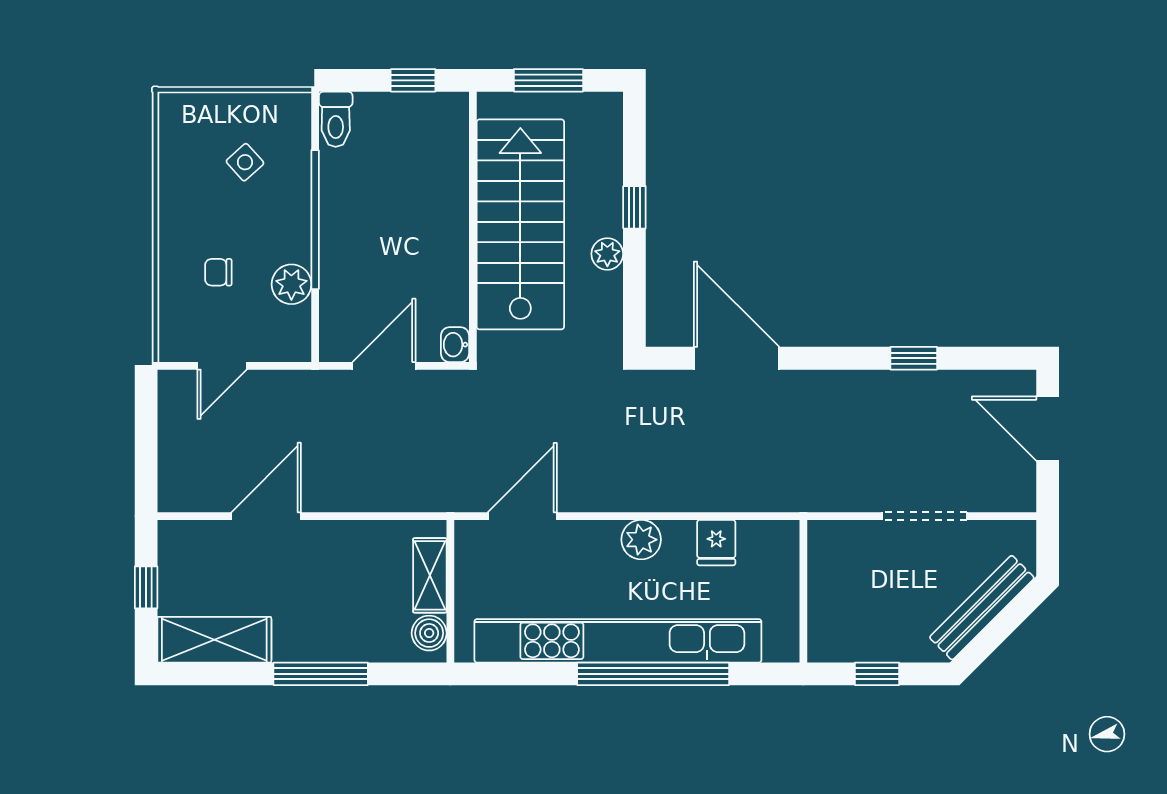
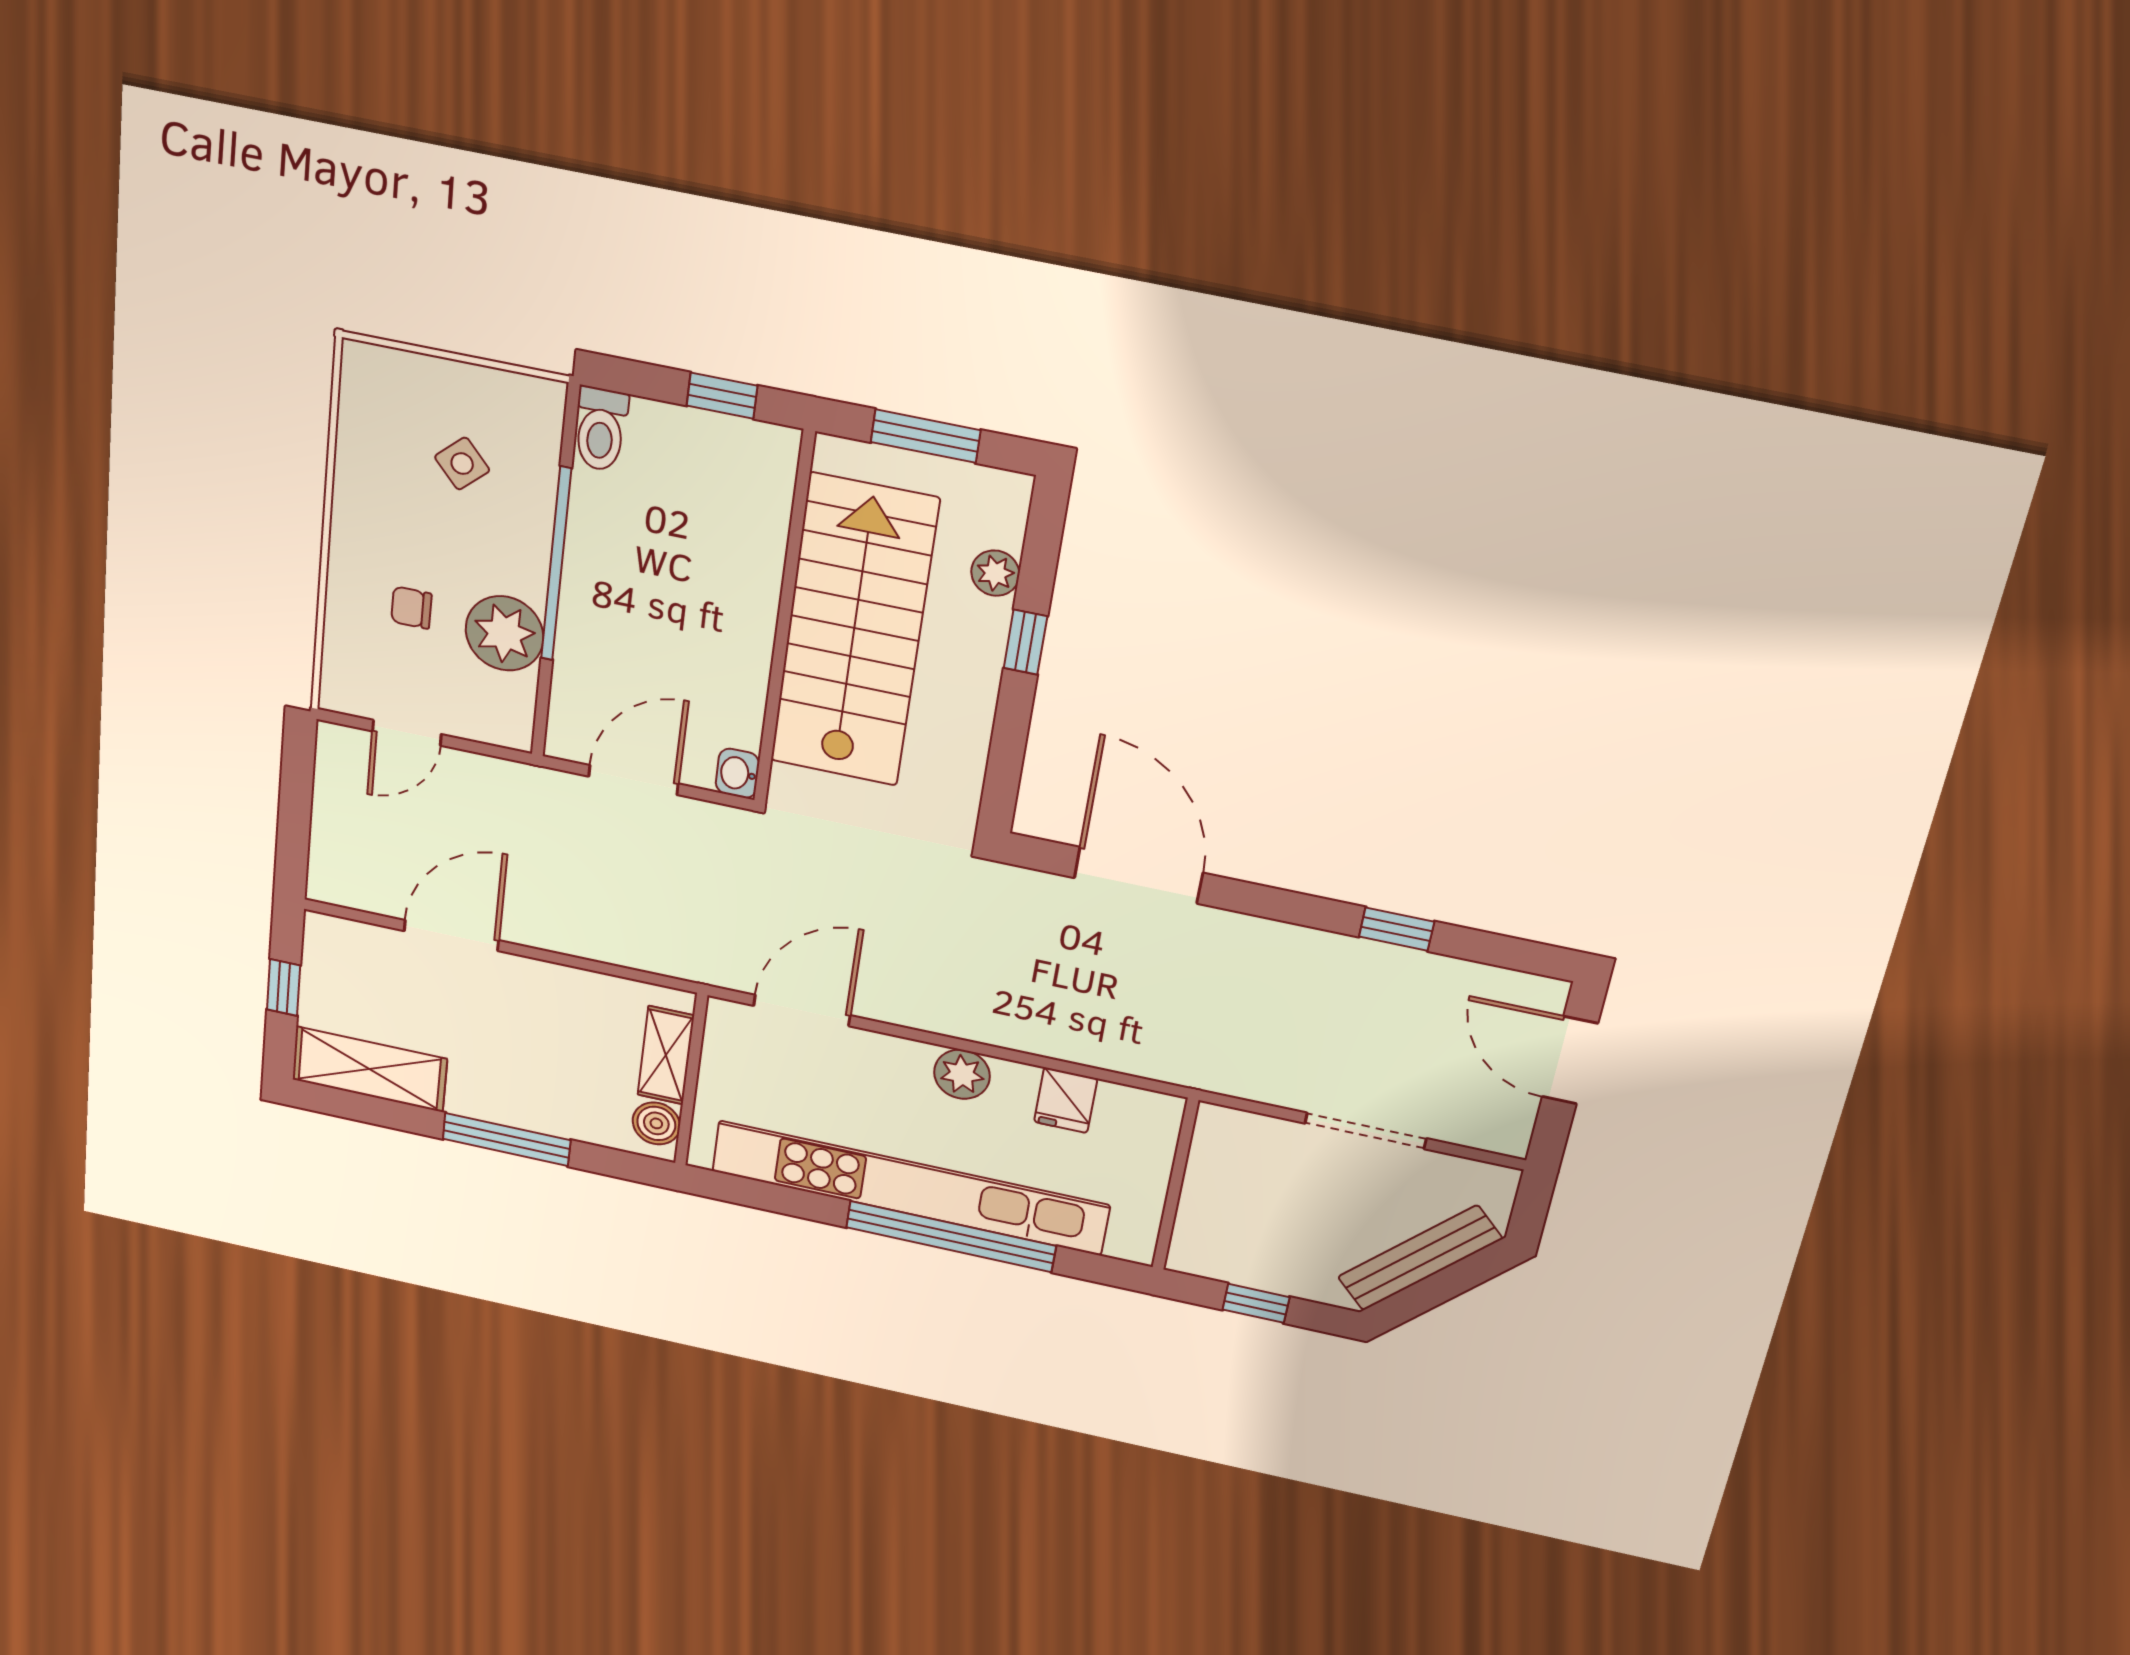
plant: (607, 254) -> (995, 573), moved
plant: (291, 284) -> (505, 633), width x1.36, depth x1.36

